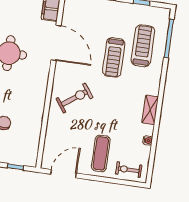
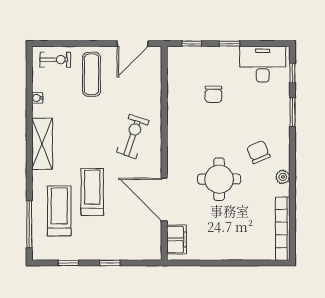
treadmill: (143, 46) -> (59, 211), turned 180
exercise bike: (74, 98) -> (133, 136), turned 145
shelving: (150, 110) -> (42, 144), width x1.50, depth x1.33

